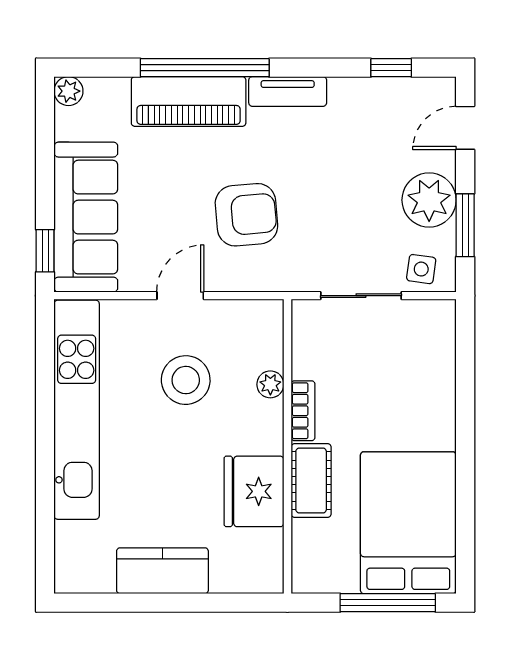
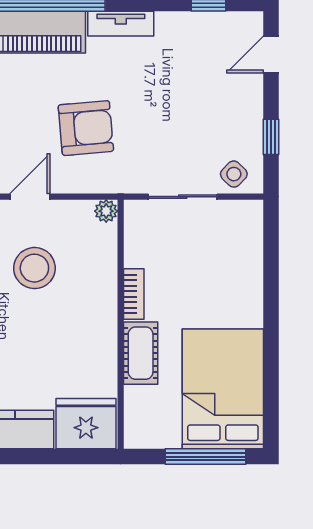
plant: (429, 200) -> (241, 116), removed
window: (465, 225) -> (271, 137), width x0.67
side table: (421, 269) -> (234, 174), turned 36
plant: (270, 384) -> (106, 211), moved
fridge: (254, 491) -> (86, 424), moved, turned 90

